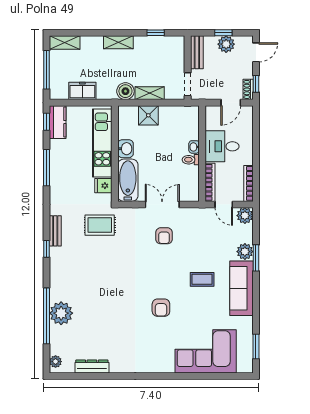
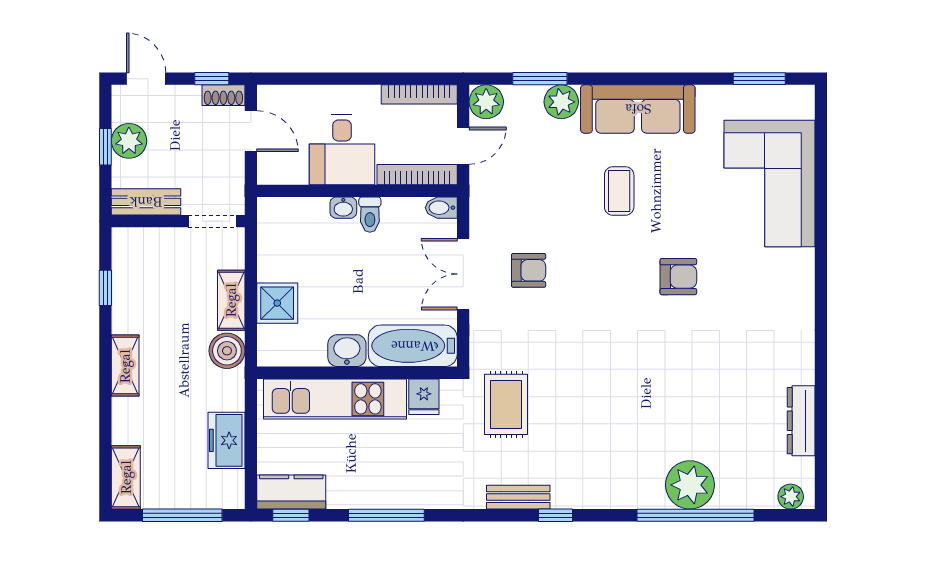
bidet: (194, 194) -> (441, 208), added
window: (256, 258) -> (540, 79), moved

